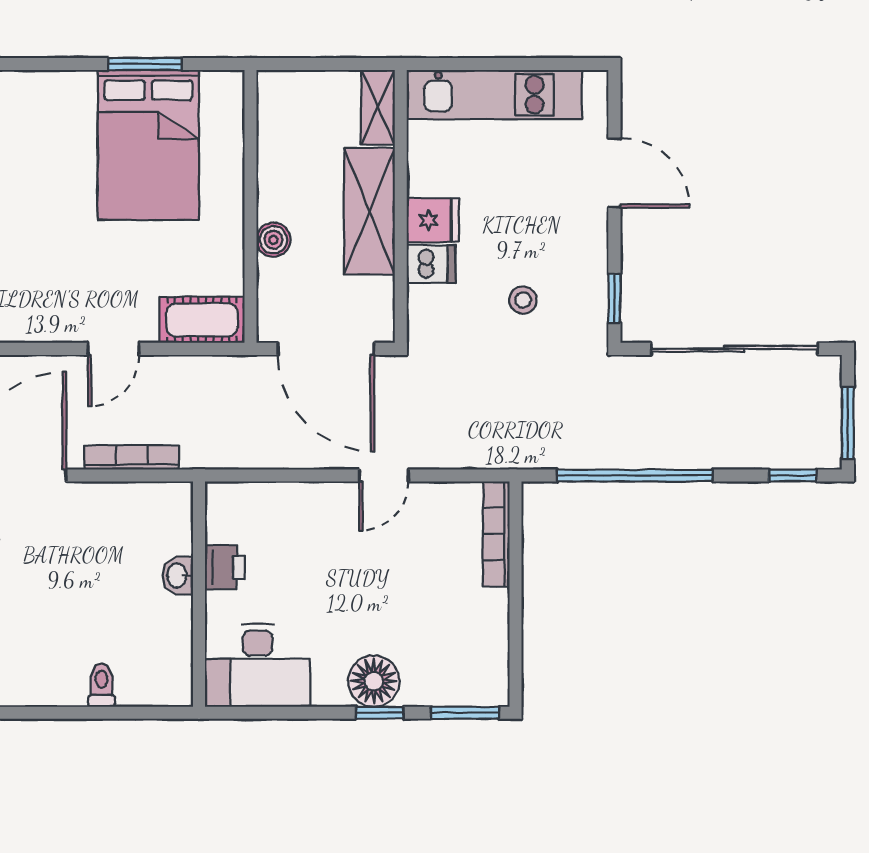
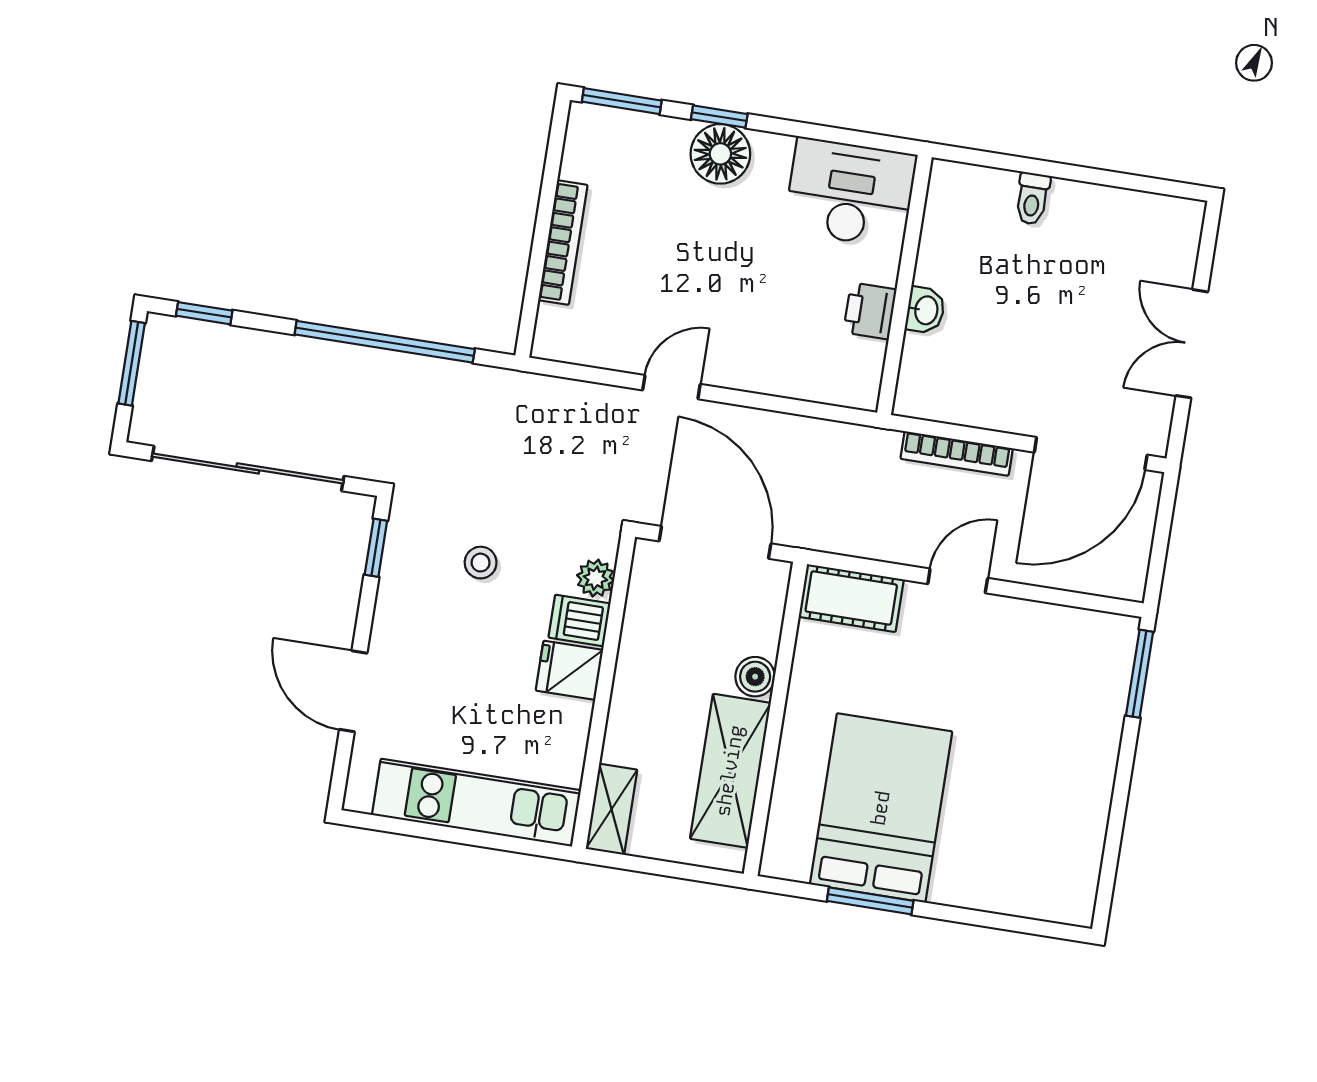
shelving: (369, 211) -> (730, 771), moved
plant: (423, 302) -> (595, 578), added
bookcase: (496, 534) -> (563, 243), moved

